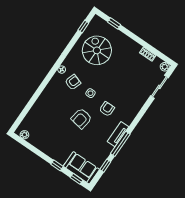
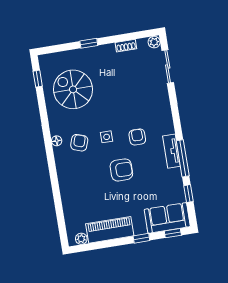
window: (114, 23) -> (89, 43), moved
armchair: (81, 118) -> (121, 170), turned -100
piano: (44, 145) -> (110, 230), added

